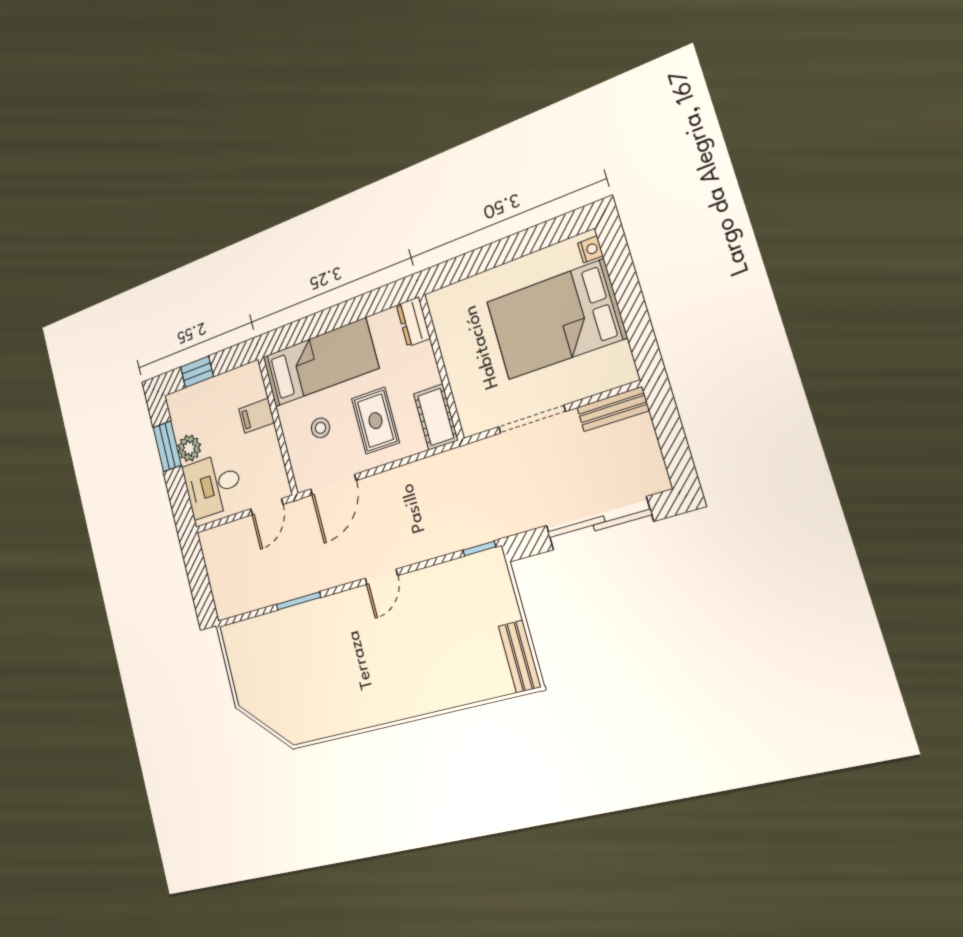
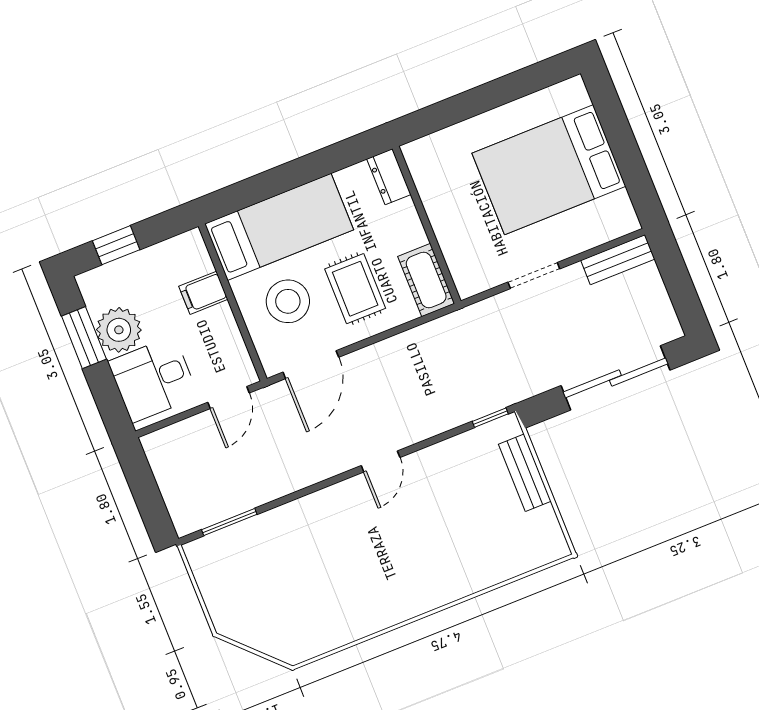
nightstand: (590, 249) -> (578, 96), removed
doorway: (532, 419) -> (534, 276), width x0.73
stool: (320, 428) -> (288, 301), width x1.89, depth x1.89
plant: (189, 448) -> (119, 330), width x1.36, depth x1.36
window: (298, 601) -> (229, 522), moved
bench: (520, 656) -> (525, 473), moved

